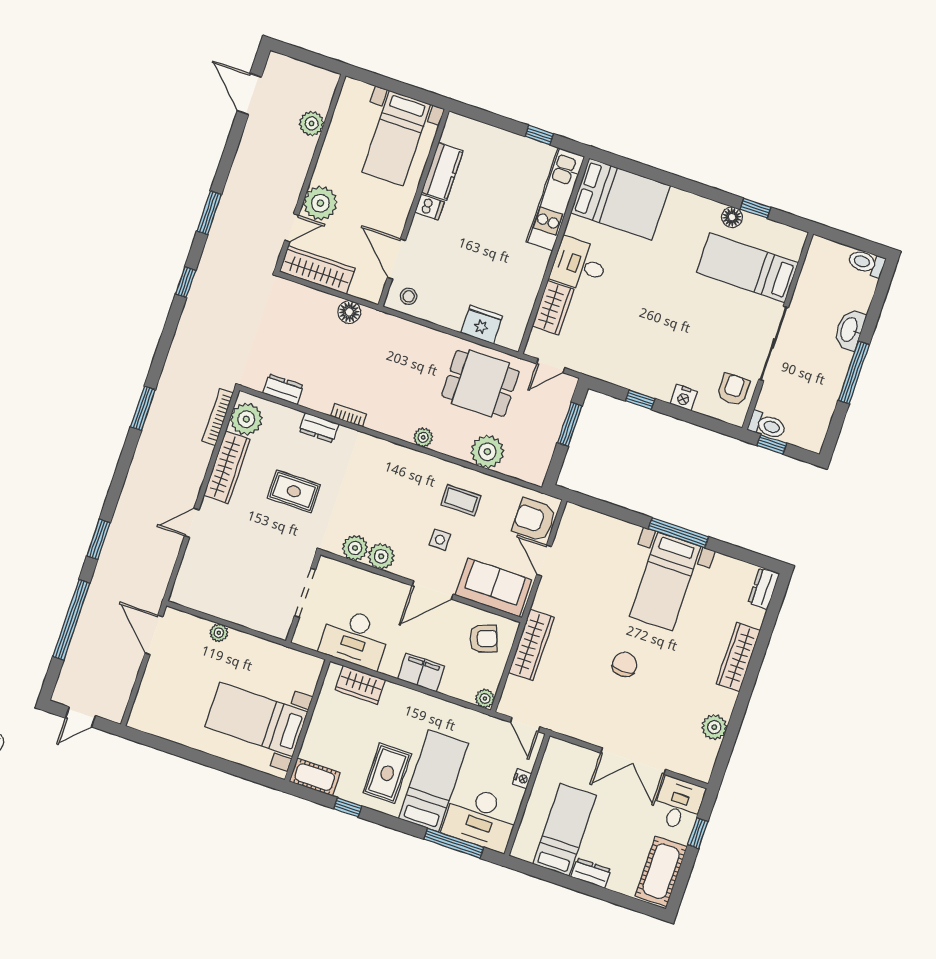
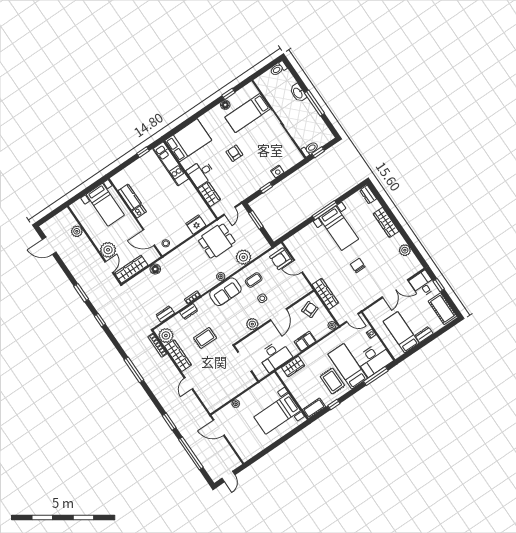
armchair: (733, 389) -> (234, 153), moved
window: (143, 408) -> (134, 370), width x1.44
plant: (355, 548) -> (242, 331), removed
sofa: (494, 587) -> (225, 292), moved, turned 180

